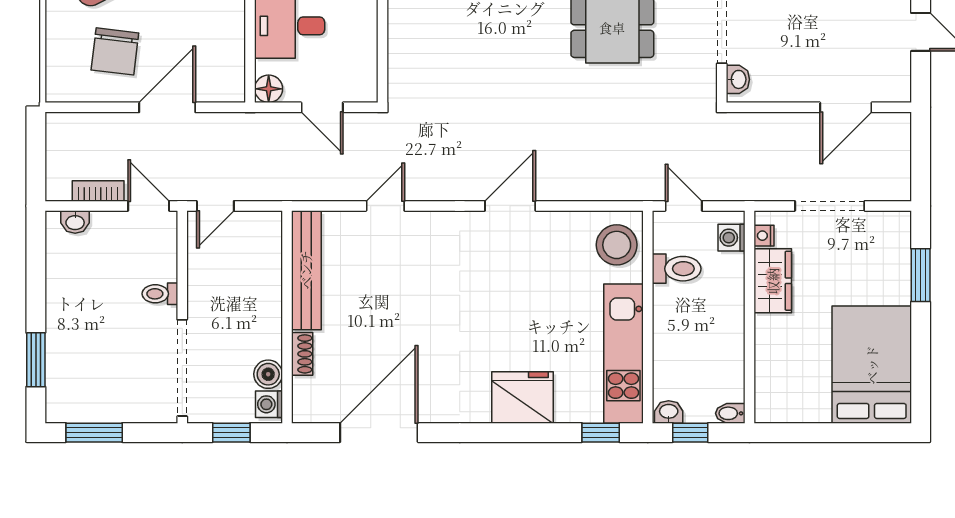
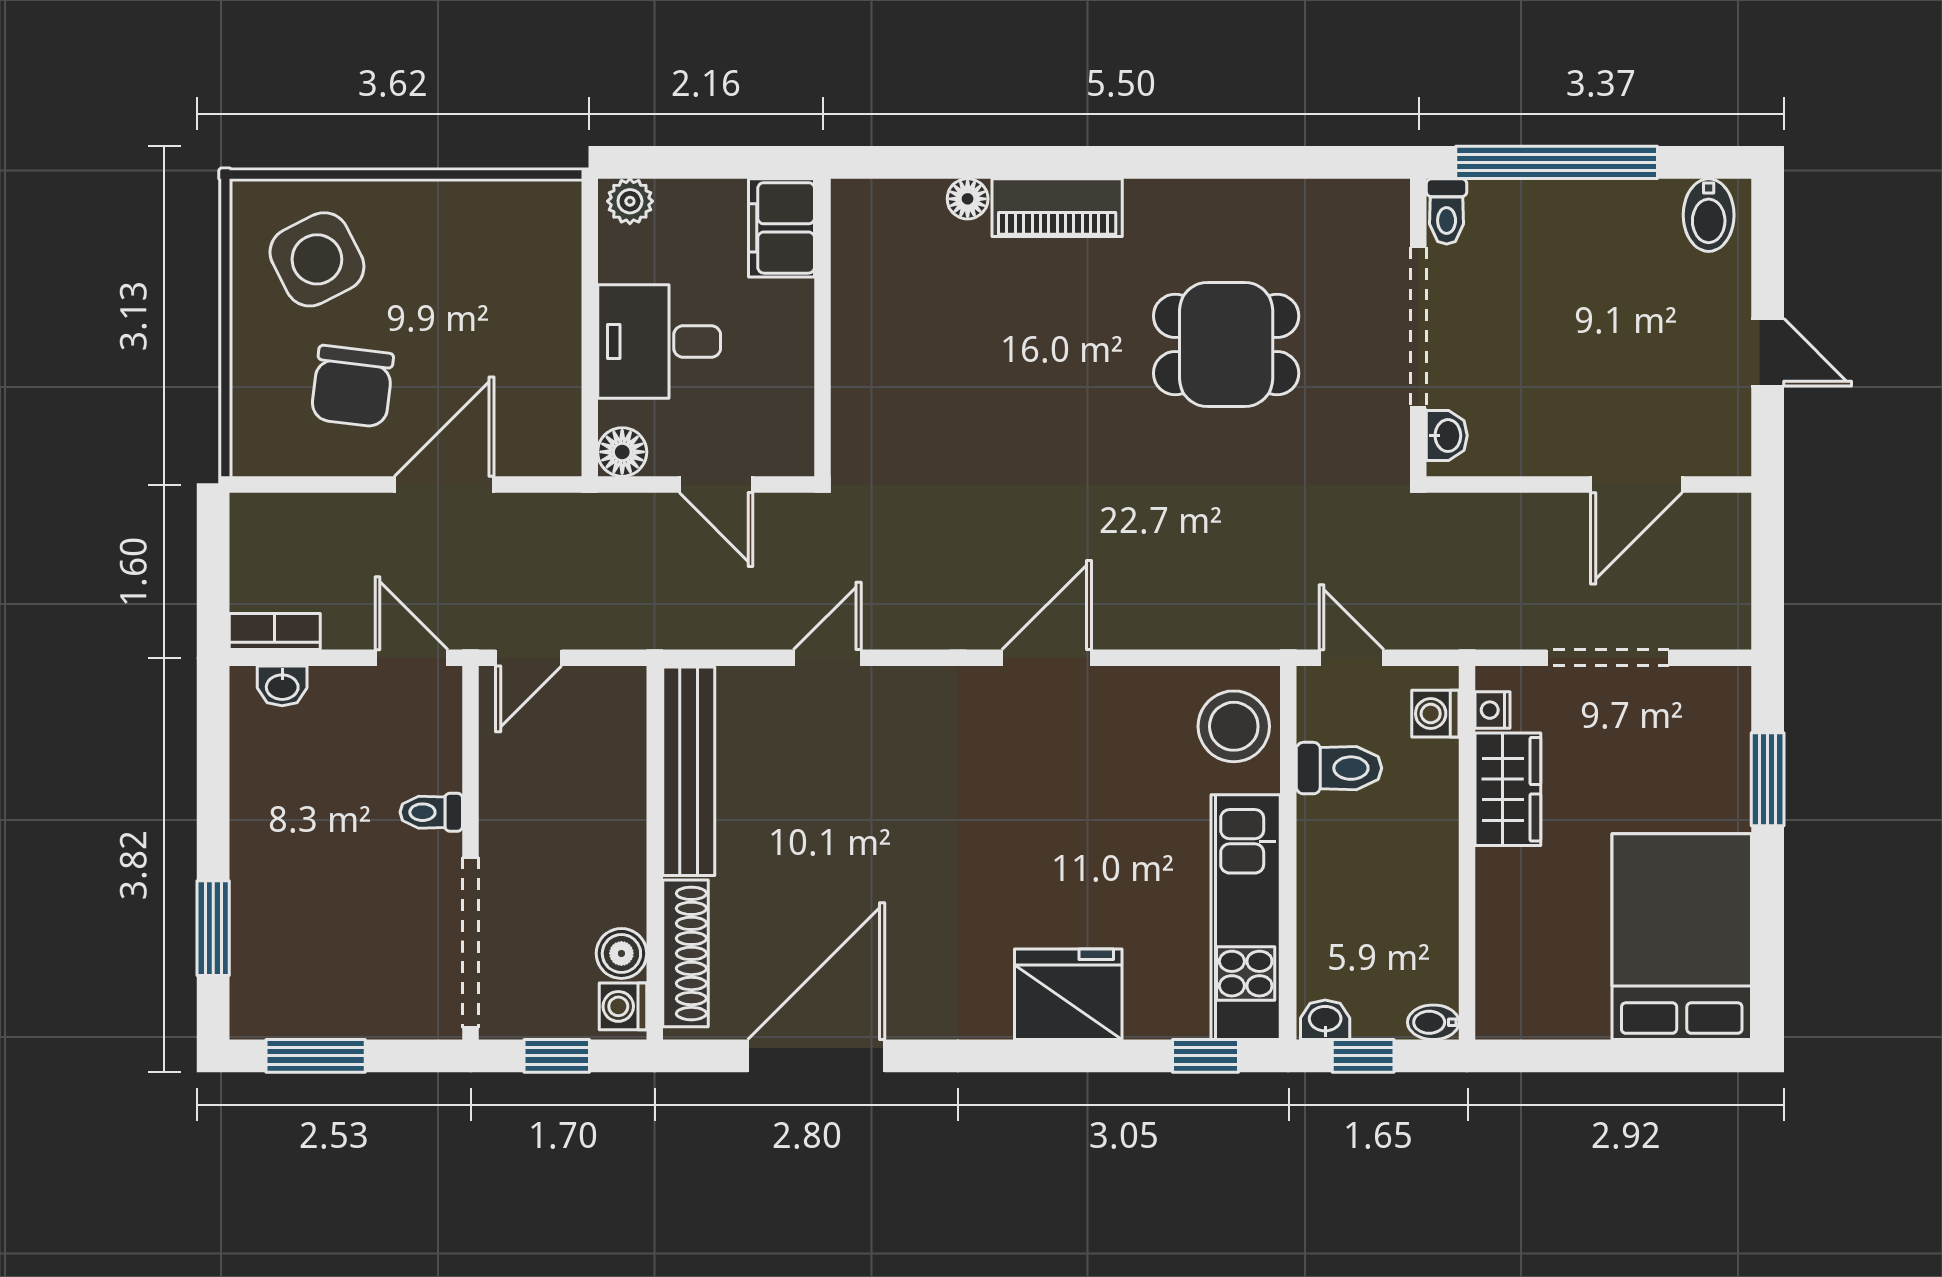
bookcase: (98, 191) -> (275, 632), moved
shoe rack: (302, 354) -> (685, 953), width x1.94, depth x1.24

